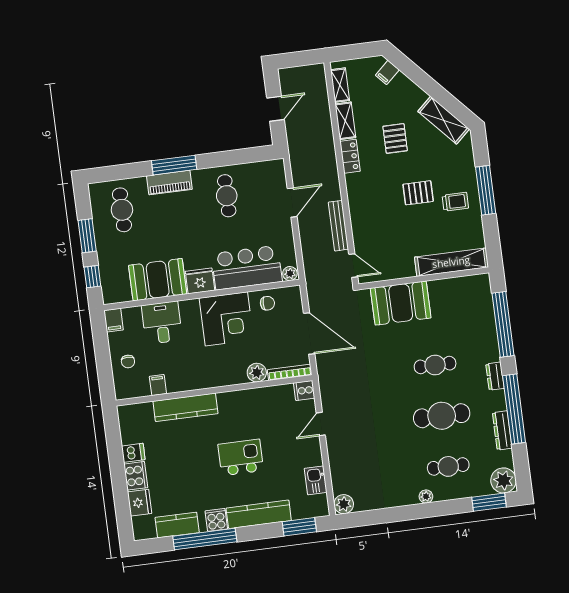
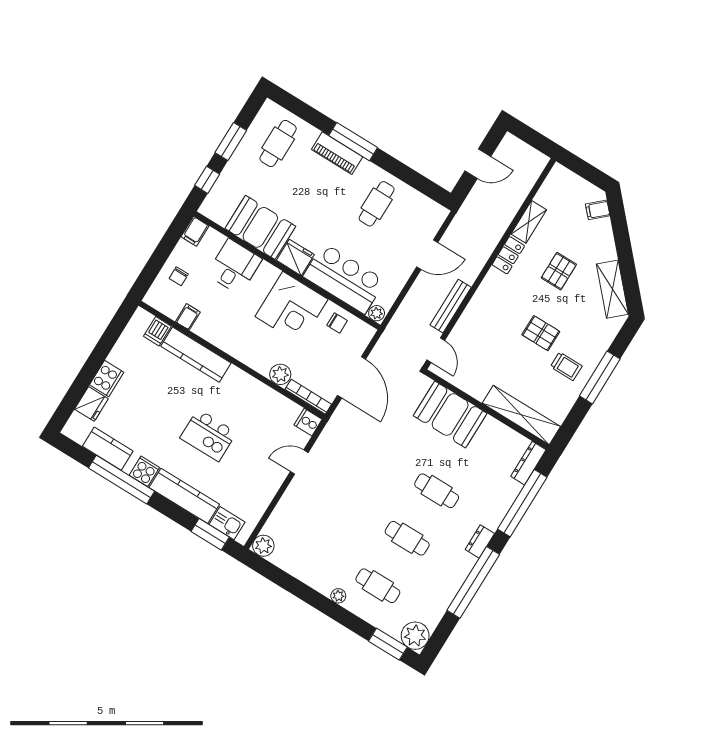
shelving: (340, 85) -> (549, 188), removed
cafe table: (442, 416) -> (407, 538), width x0.73, depth x0.74
dresser: (502, 430) -> (528, 463), moved
dishwasher: (133, 453) -> (157, 331), moved, turned 90
kitchen island: (241, 457) -> (208, 435), turned 180
kitchen sink: (316, 480) -> (227, 523), moved, turned 90

